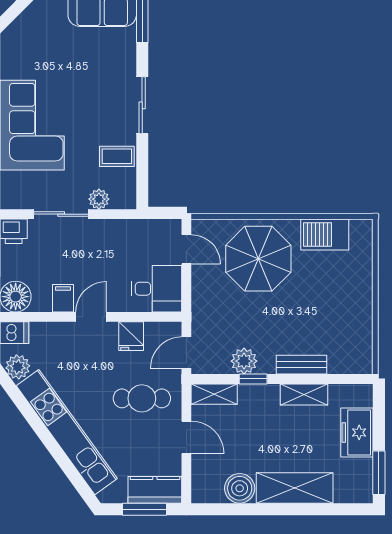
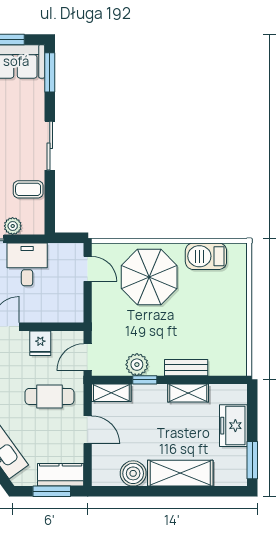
desk: (156, 289) -> (27, 264), moved, turned -90

